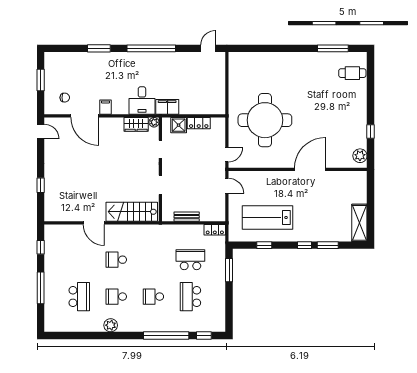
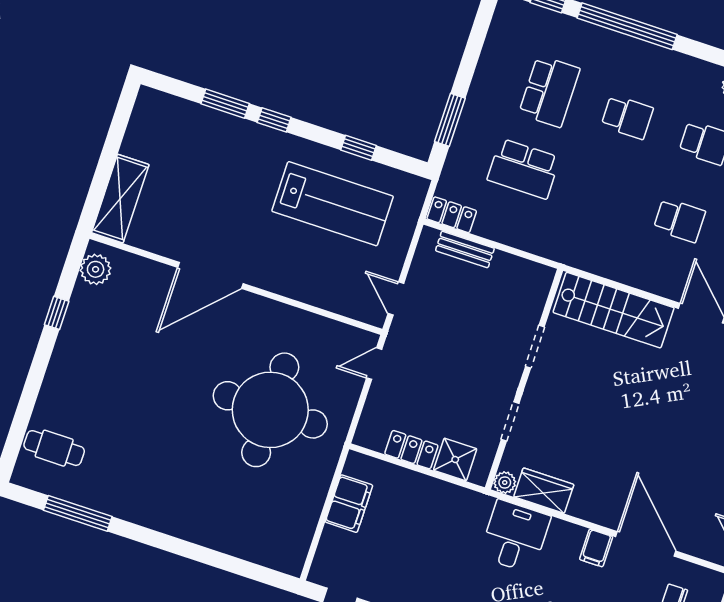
filing cabinet: (167, 107) -> (349, 504), moved, turned -90
bench: (187, 217) -> (465, 249), moved
shelving: (359, 223) -> (120, 199), moved

